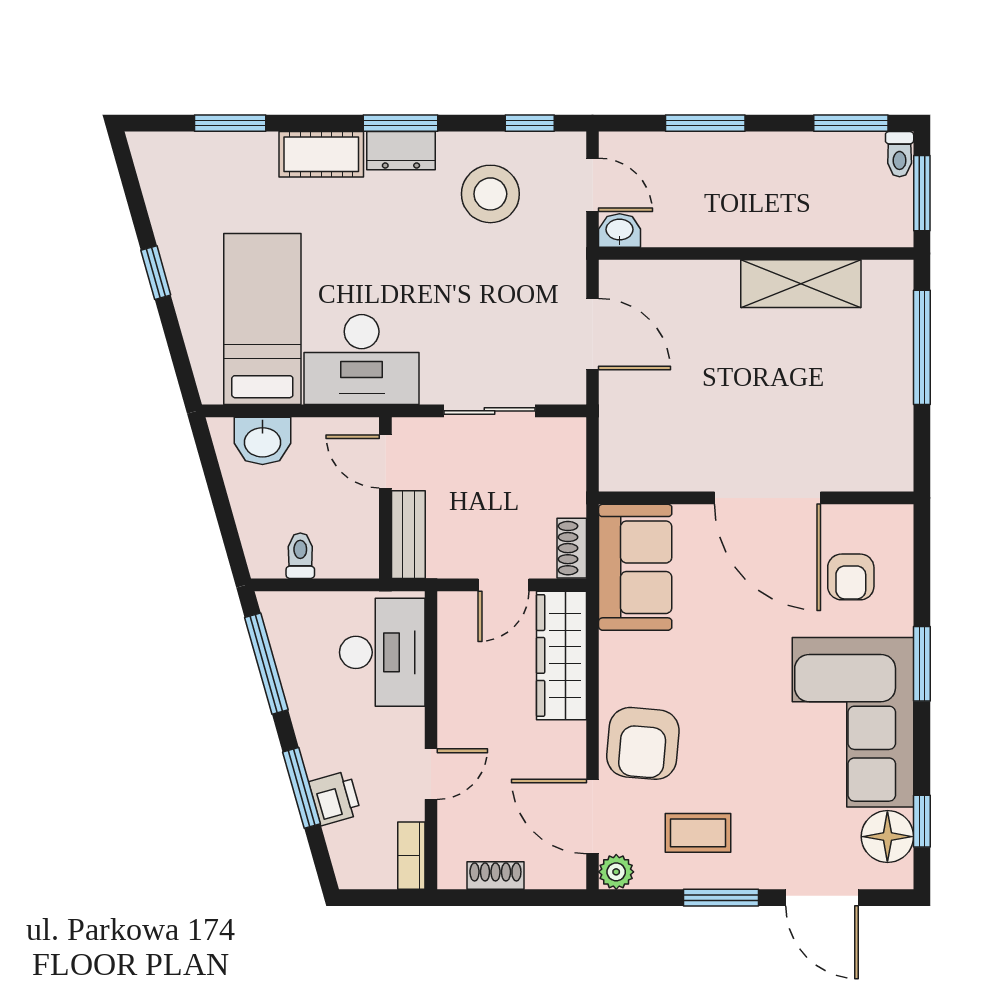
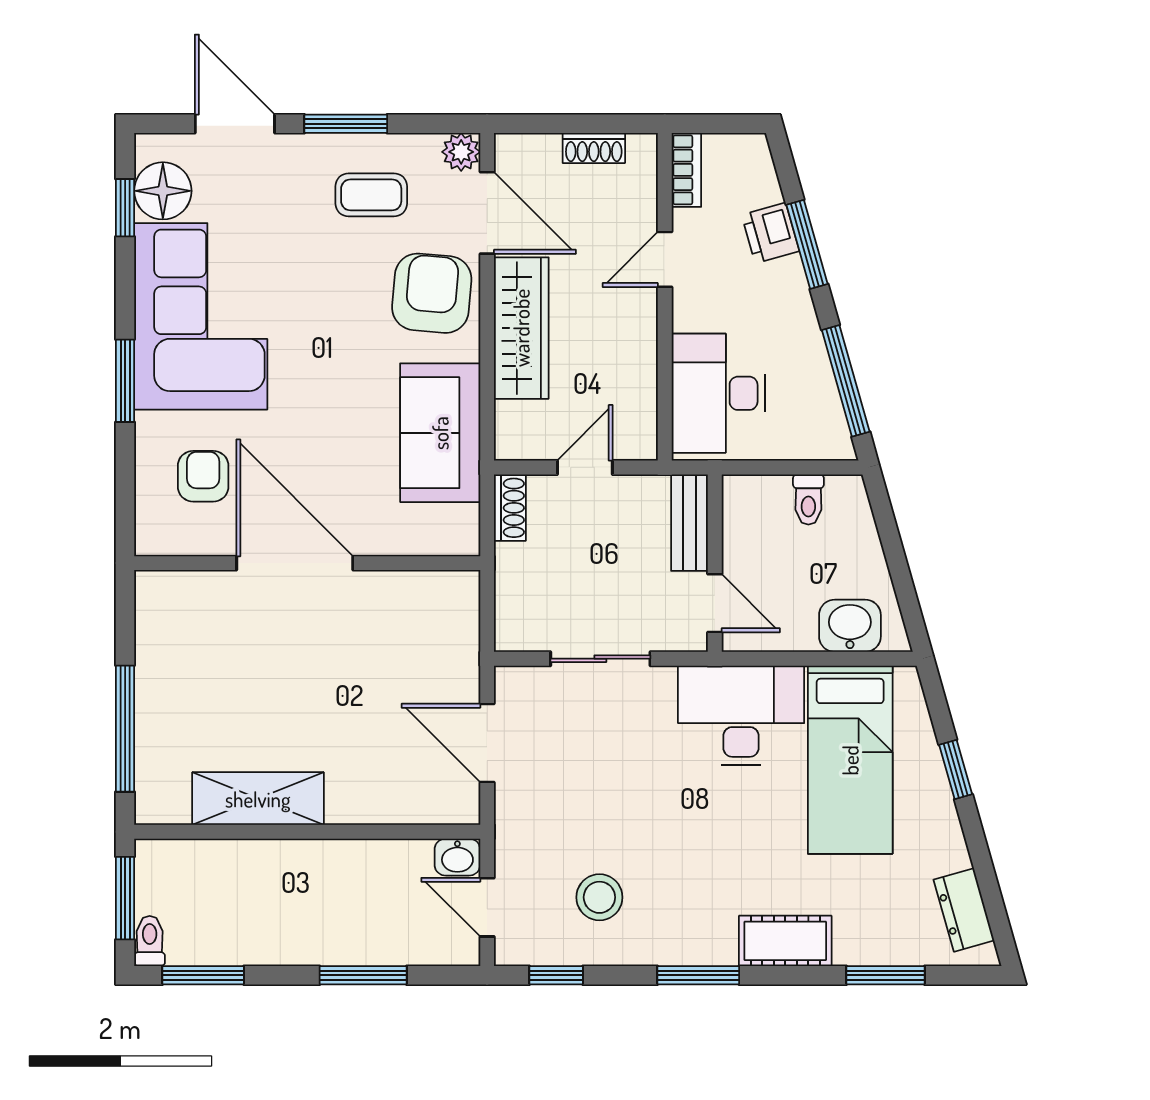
dresser: (401, 151) -> (964, 910), moved, turned -106
stool: (490, 194) -> (599, 897), width x0.73, depth x0.73
window: (156, 273) -> (956, 770), moved
sofa: (635, 567) -> (440, 433), moved
wardrobe: (561, 655) -> (521, 328), moved

